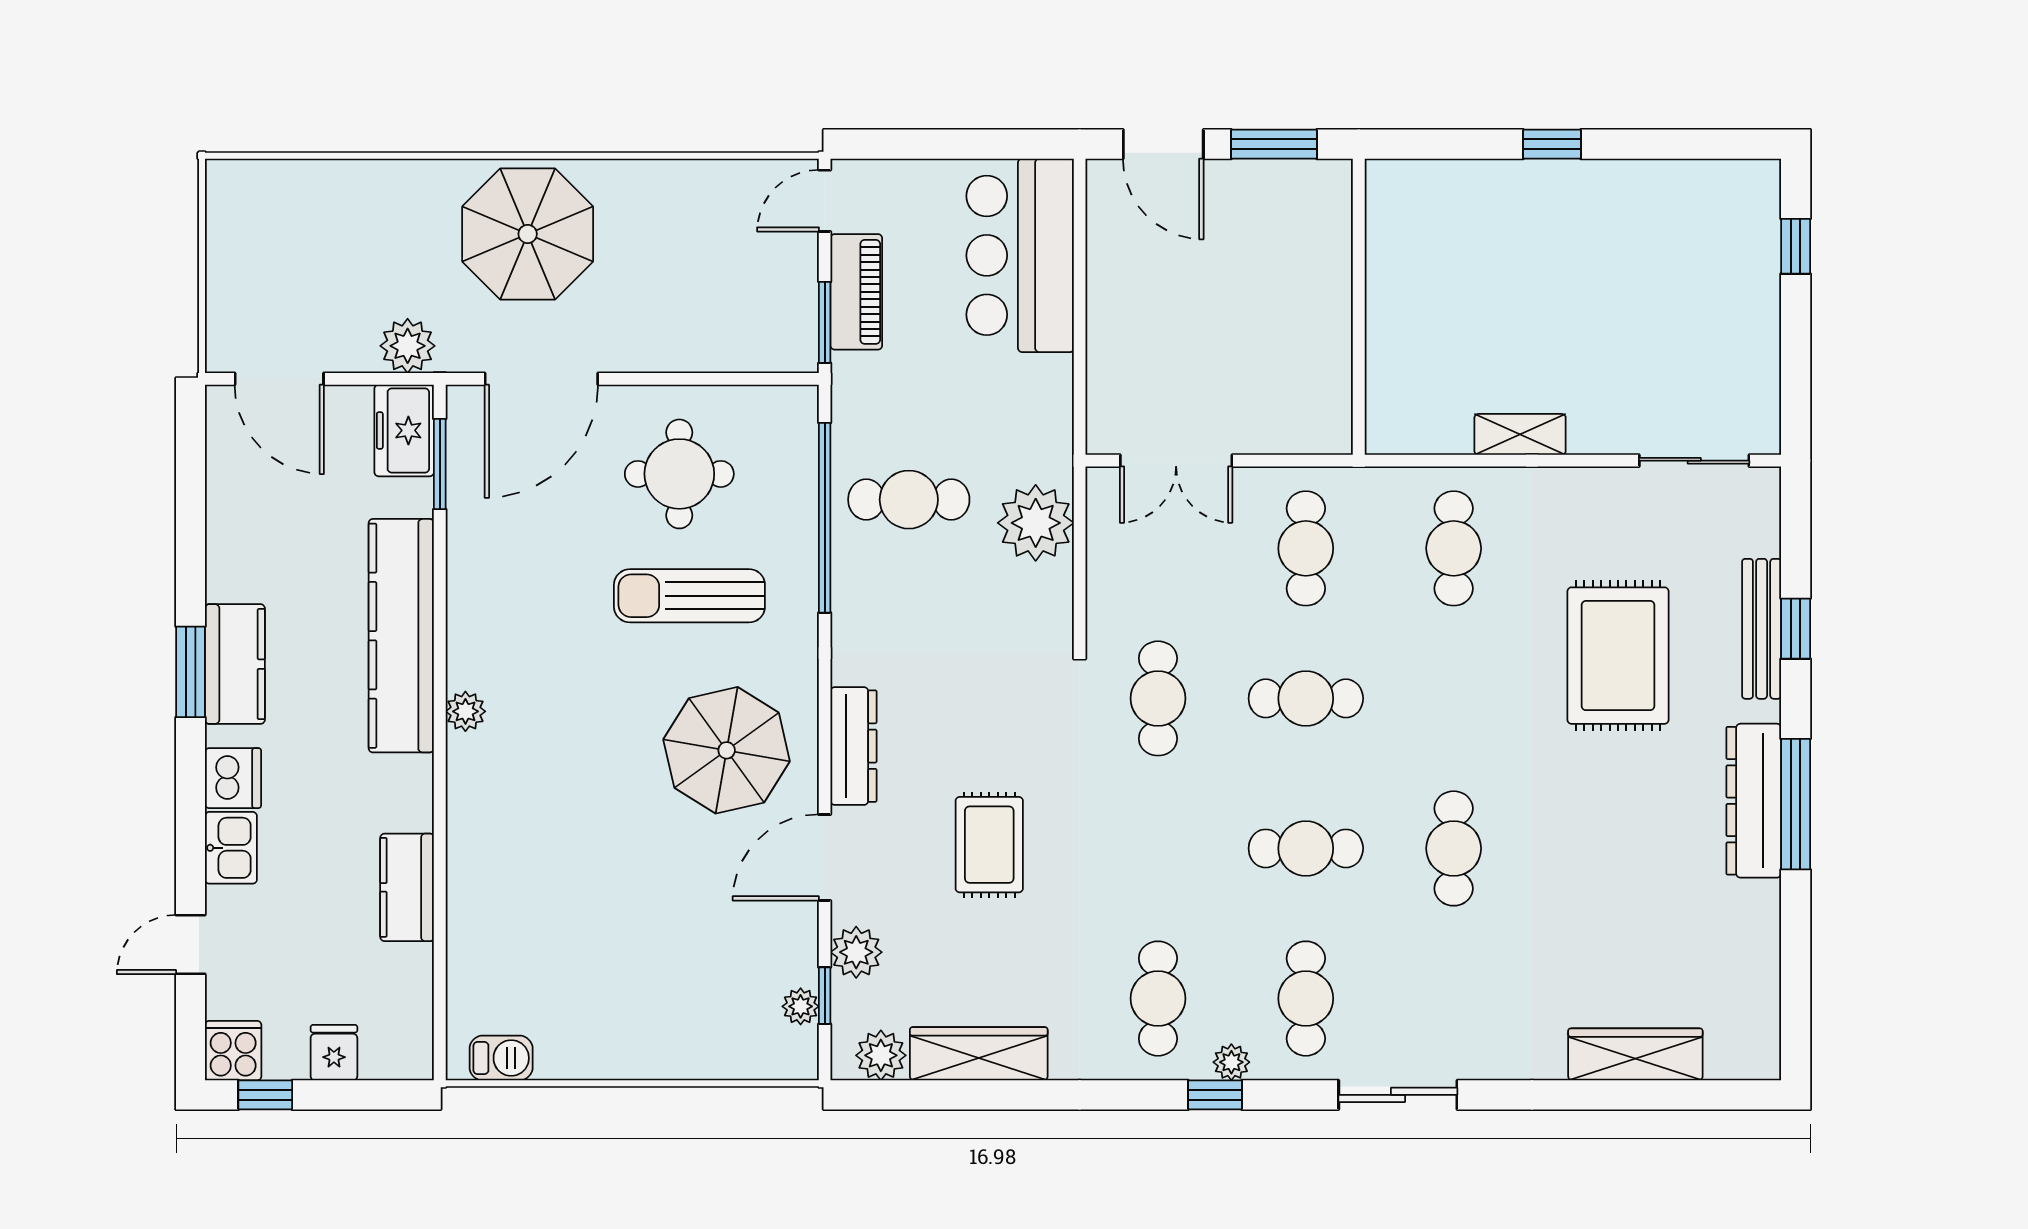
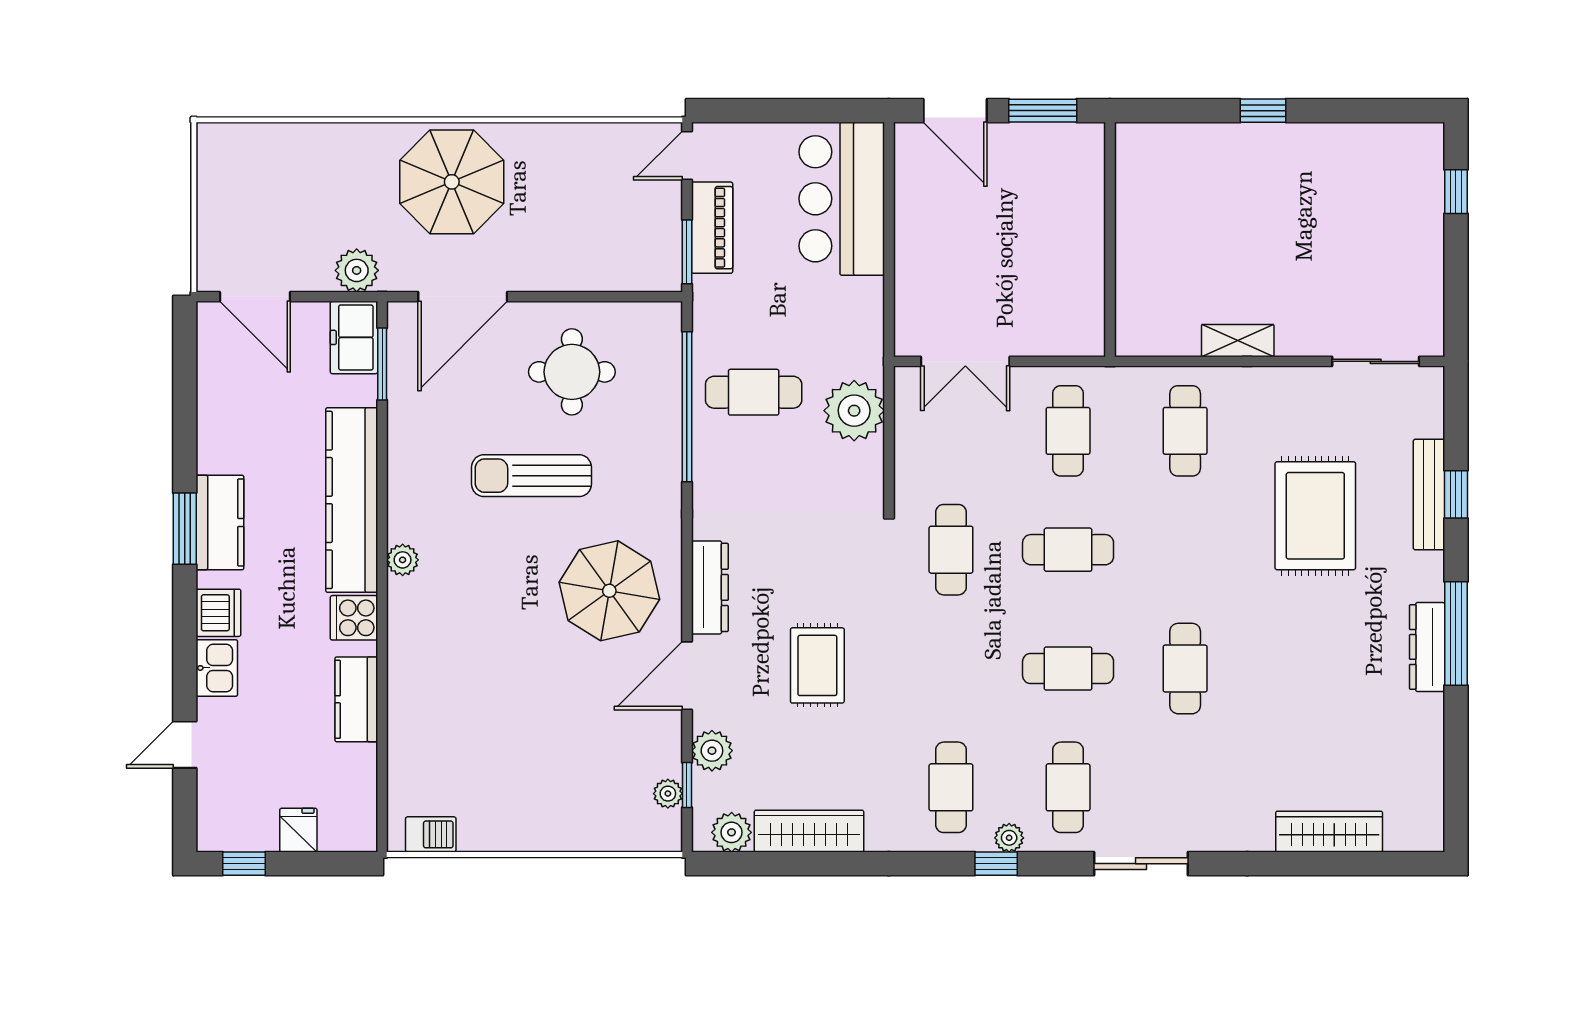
sun lounger: (689, 596) -> (532, 476), moved
dresser: (1754, 801) -> (1427, 647), width x0.73, depth x0.80
cooker: (233, 1051) -> (354, 618), moved, turned -90

